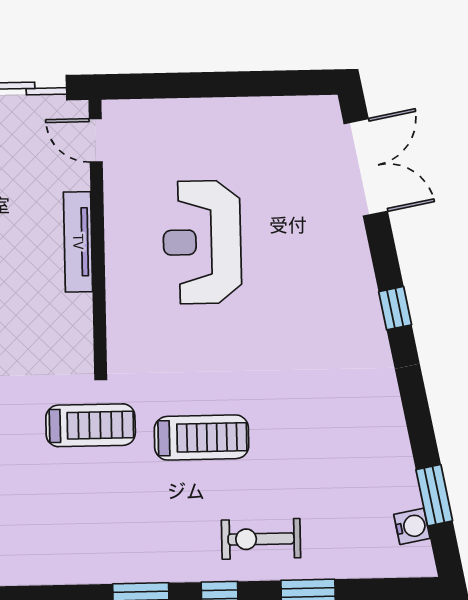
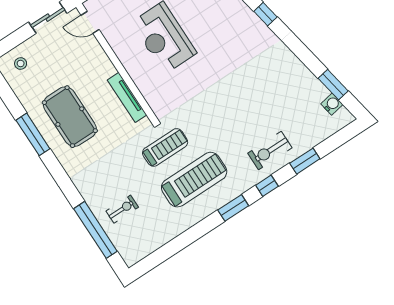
tv unit: (78, 242) -> (127, 97), moved
treadmill: (202, 438) -> (194, 180), moved, width x1.37, depth x1.38

